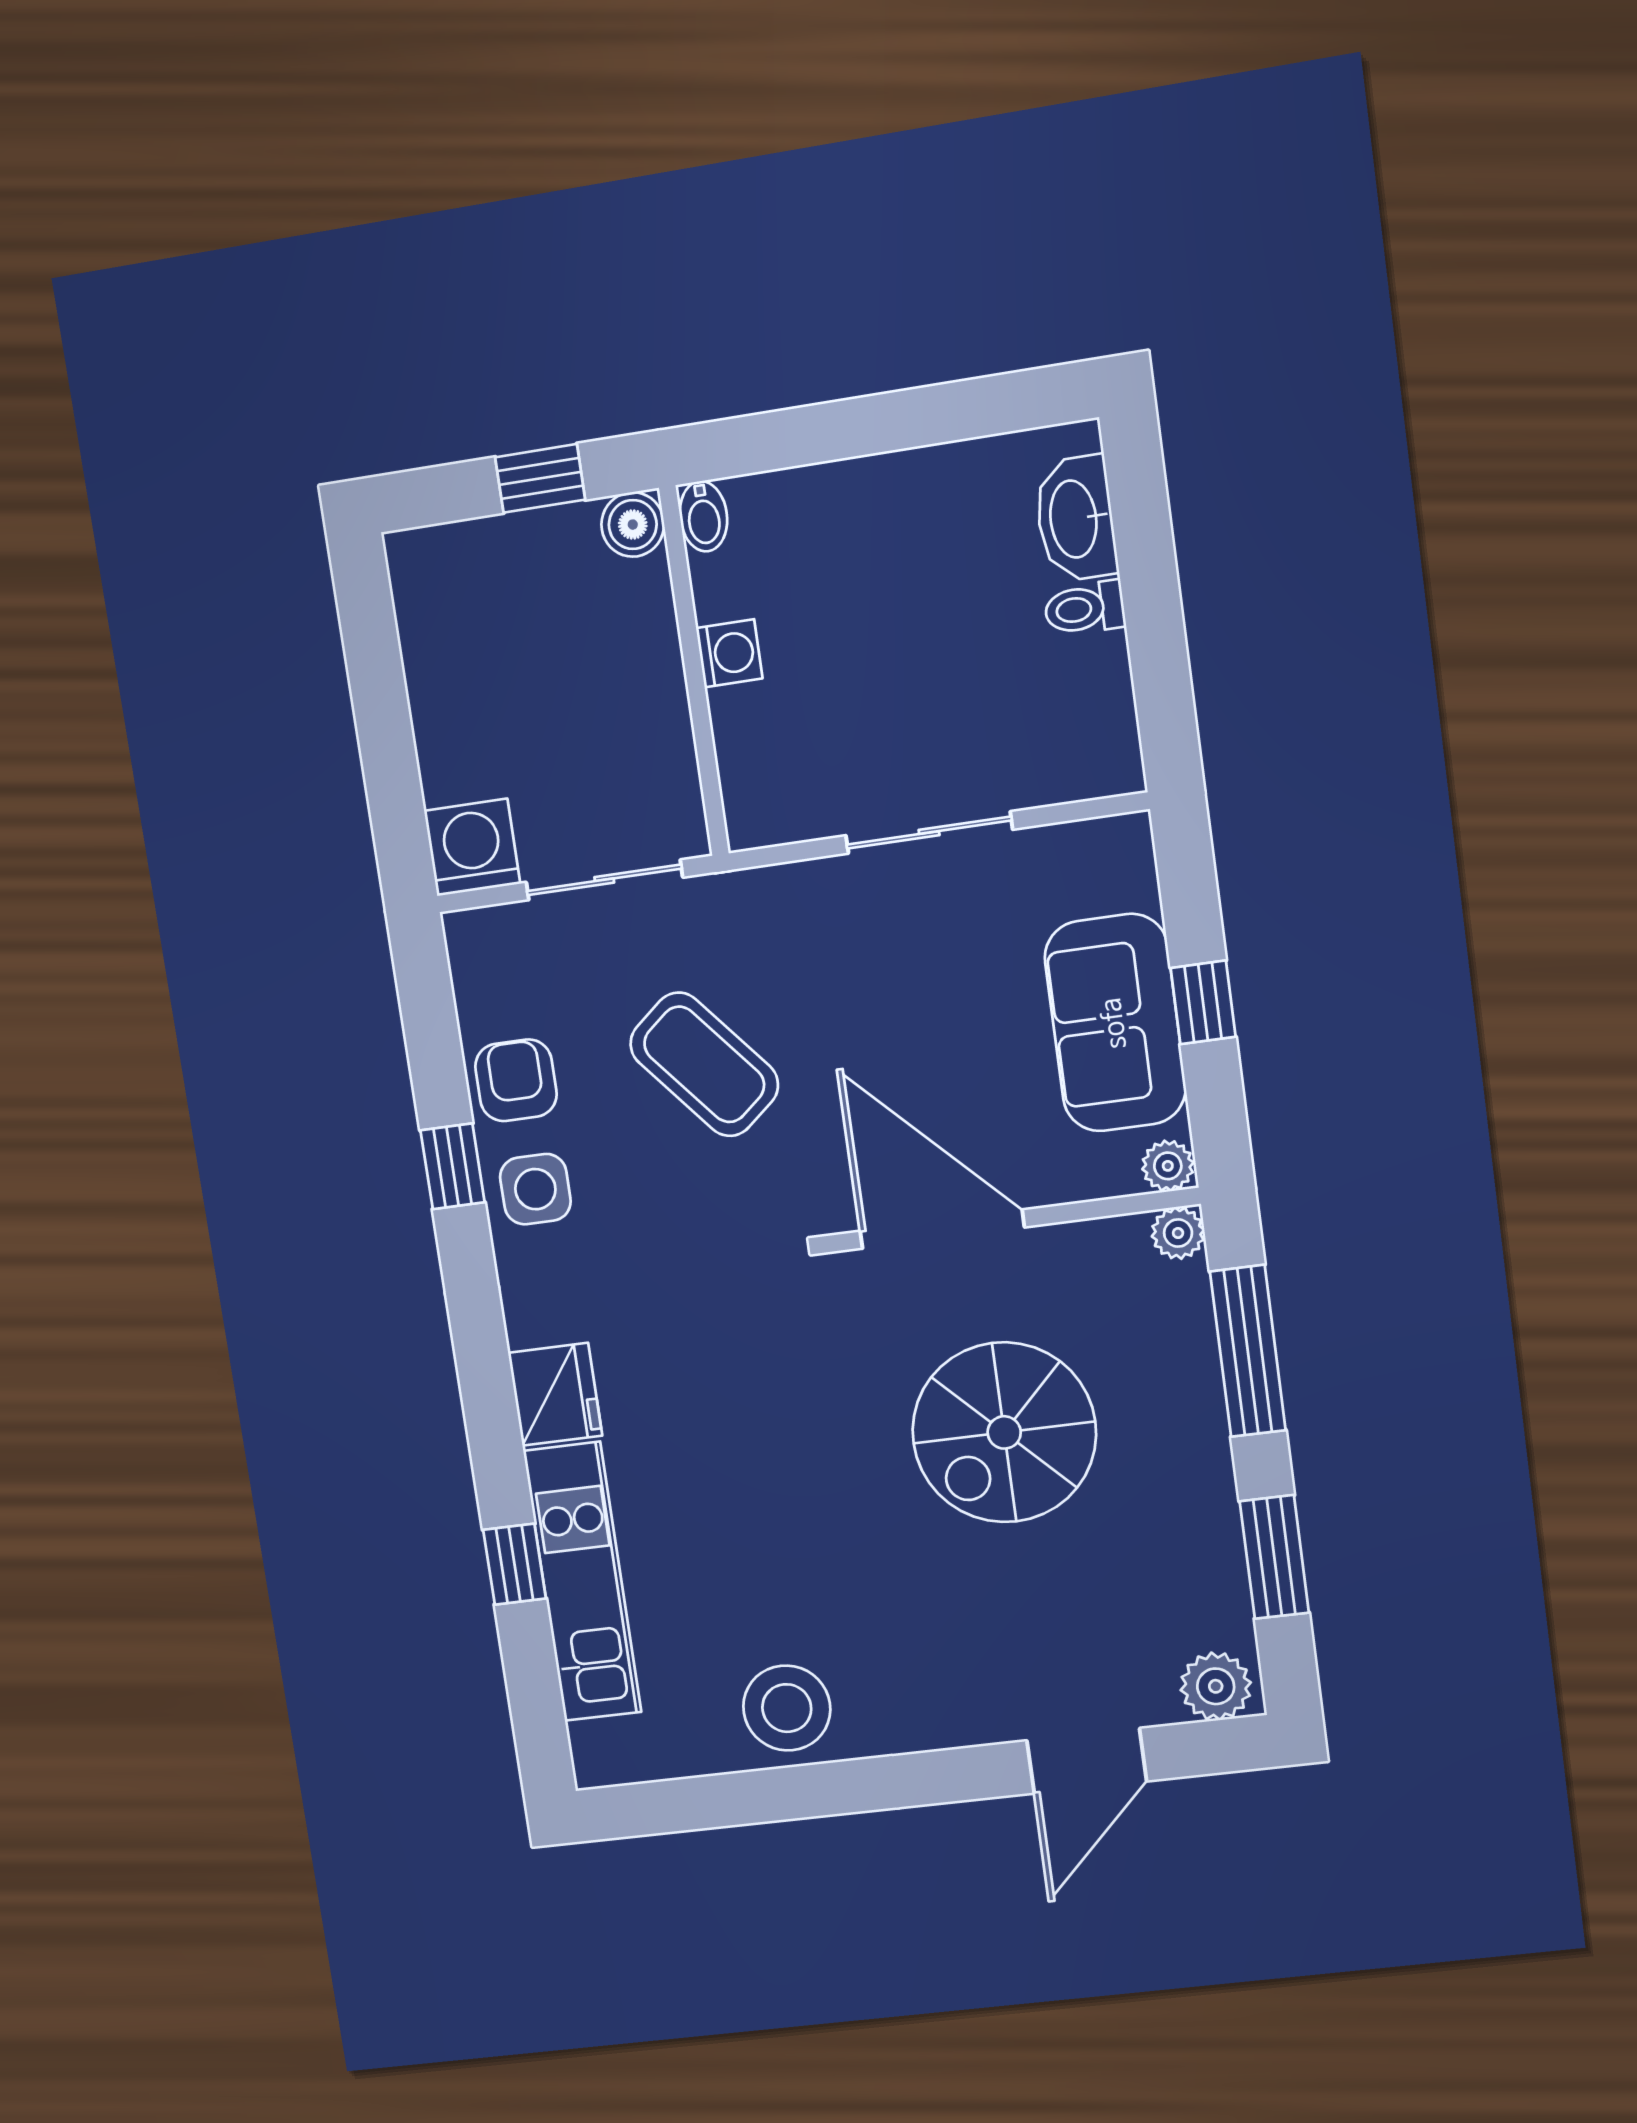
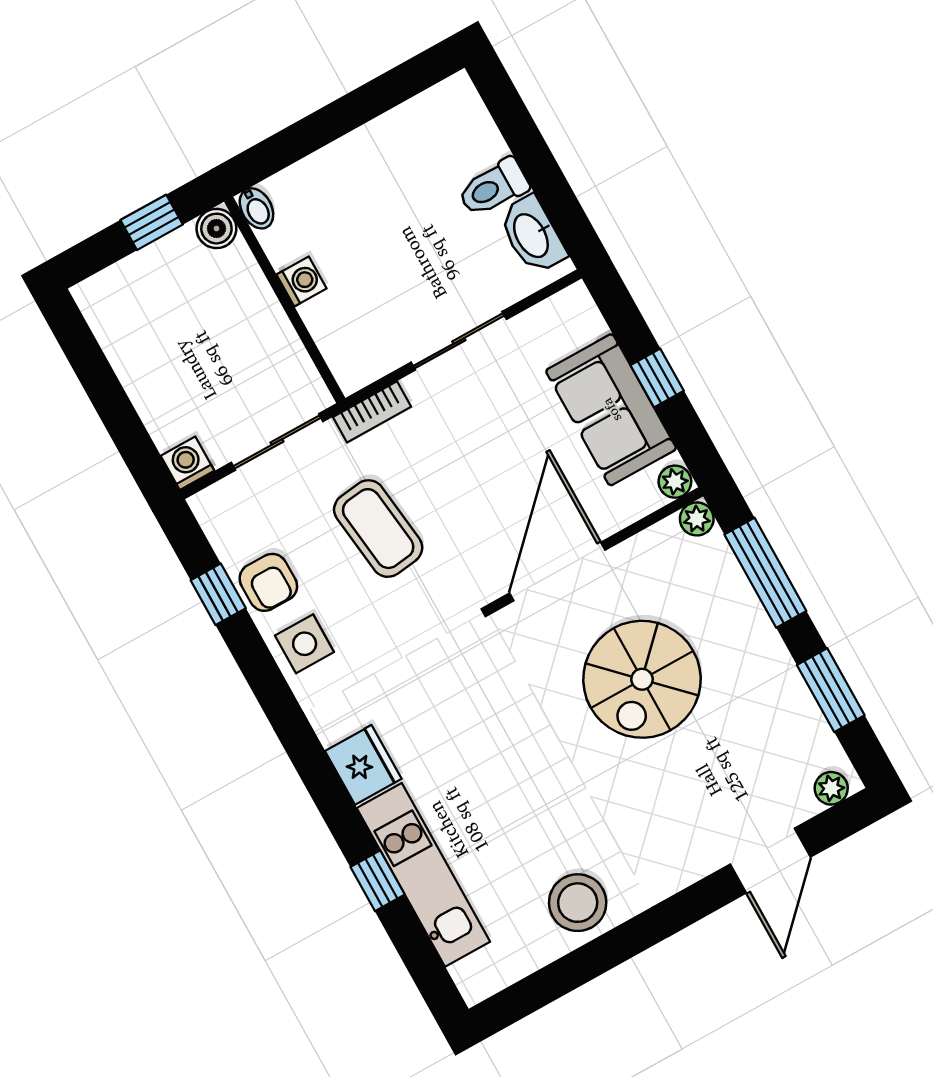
washbasin: (1076, 519) -> (532, 235), moved
toilet: (1085, 608) -> (493, 188), width x1.37, depth x1.39
washing machine: (472, 847) -> (188, 463), width x0.73, depth x0.73
bookcase: (760, 889) -> (372, 412), added
coffee table: (704, 1064) -> (378, 529), turned 33
armchair: (516, 1080) -> (268, 582), turned 180
window: (453, 1166) -> (218, 594), moved
door: (942, 1229) -> (557, 571), hinge flipped
plant: (1216, 1686) -> (831, 788), width x0.73, depth x0.73

